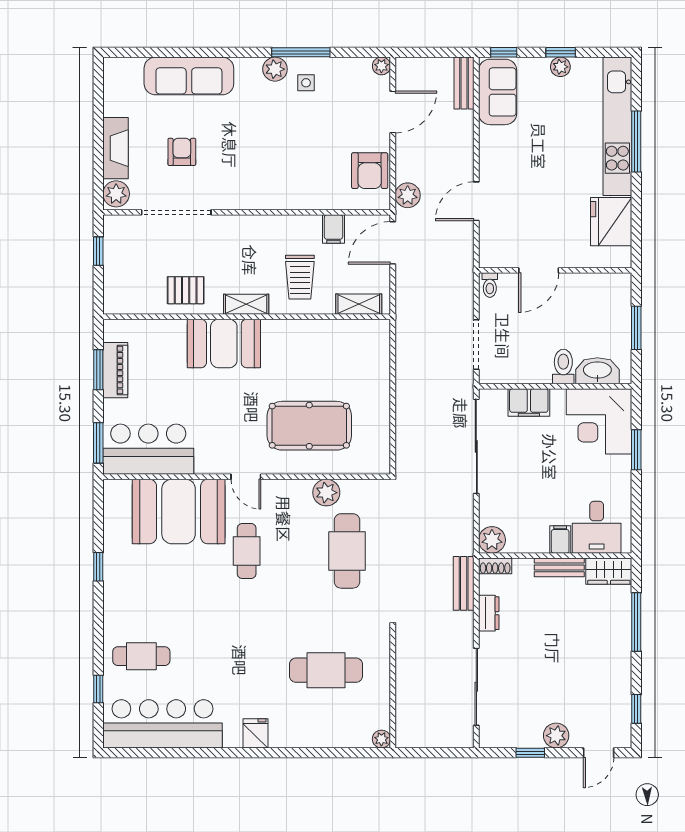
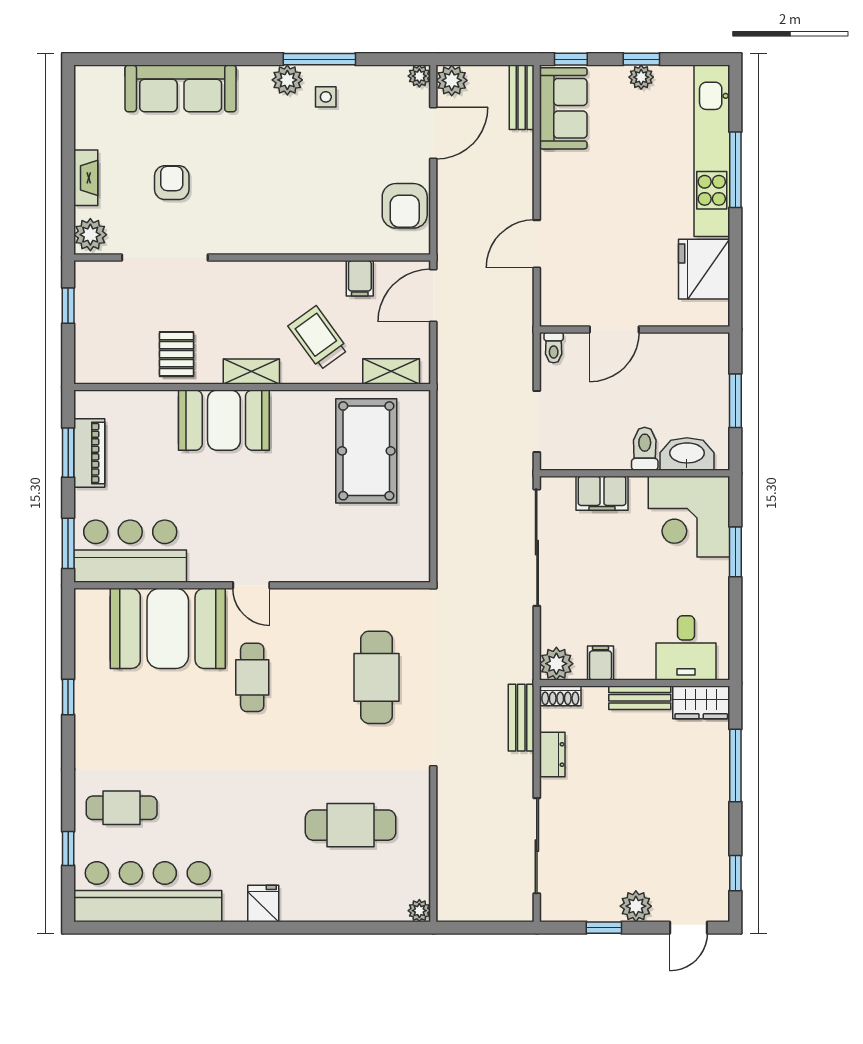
fireplace: (116, 148) -> (86, 178), width x0.73, depth x0.76
plant: (408, 195) -> (452, 80), moved
trolley: (300, 277) -> (318, 338), turned 144
pallet: (186, 290) -> (177, 354), turned 90
pool table: (309, 426) -> (366, 451), moved, turned 90
plant: (326, 493) -> (351, 605), removed
filing cabinet: (560, 539) -> (600, 663), moved

